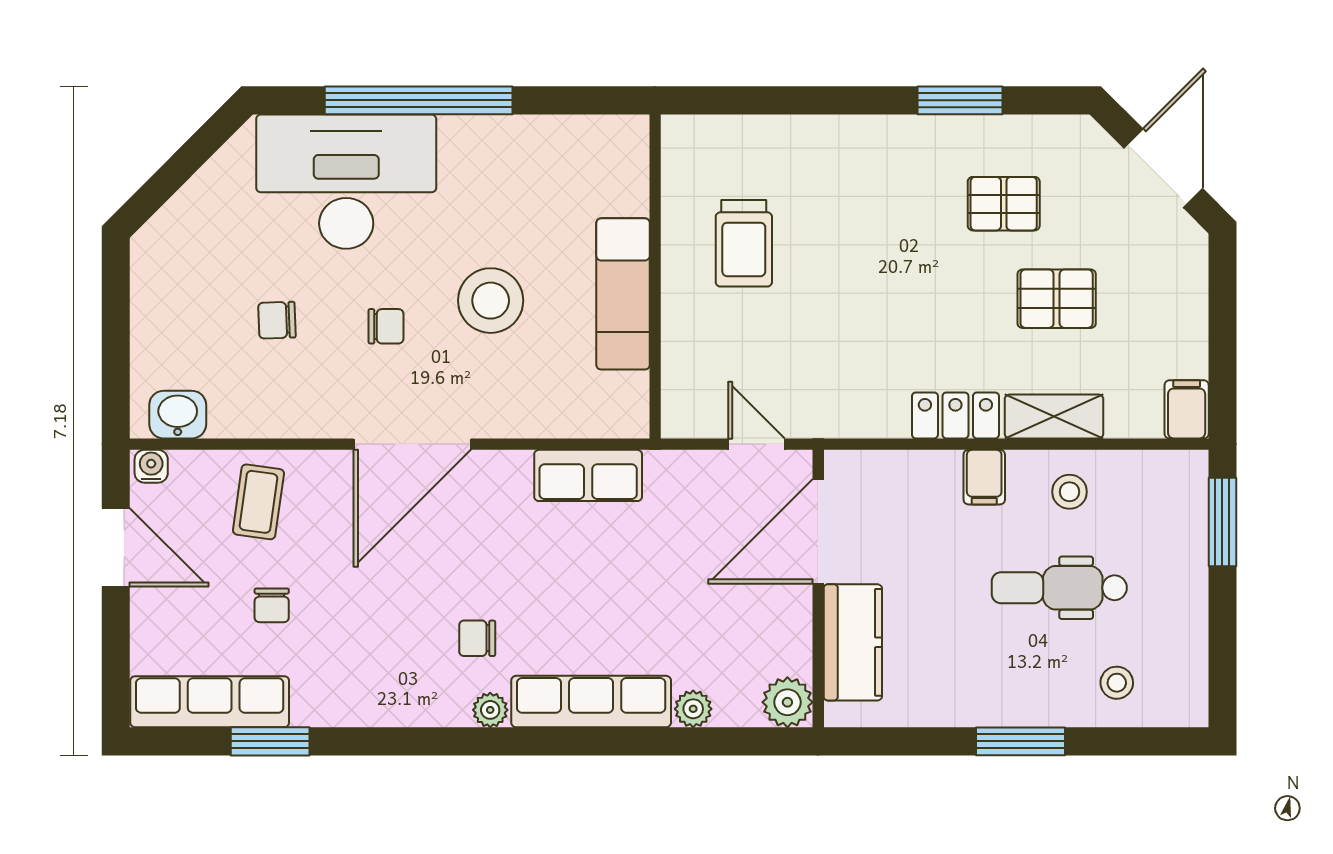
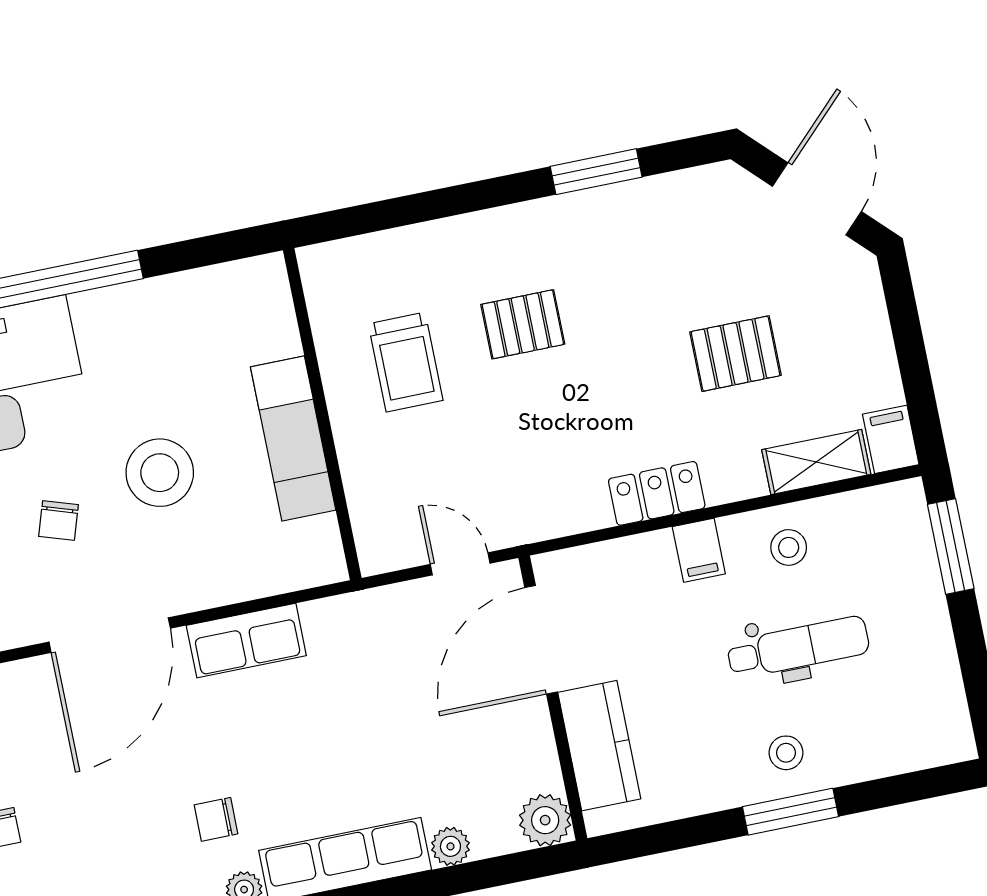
pallet: (1004, 204) -> (523, 324), moved
chair: (386, 326) -> (59, 521), turned 108
shelving: (1054, 416) -> (816, 462), moved
row of seats: (588, 475) -> (246, 641), moved
dental chair: (1059, 588) -> (798, 647), turned 180
stool: (1117, 683) -> (786, 753), moved

